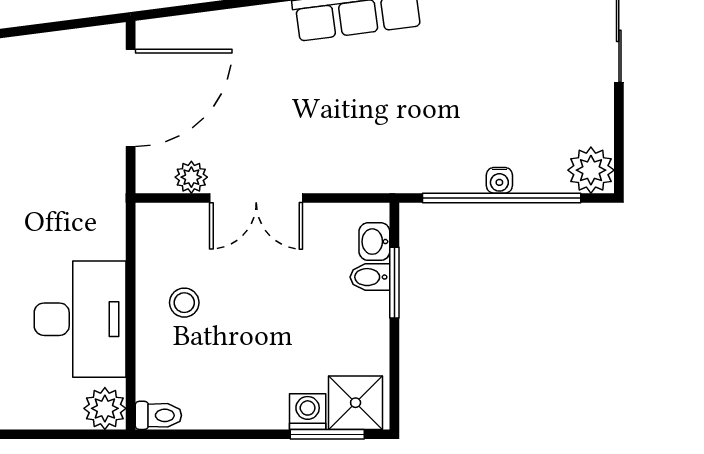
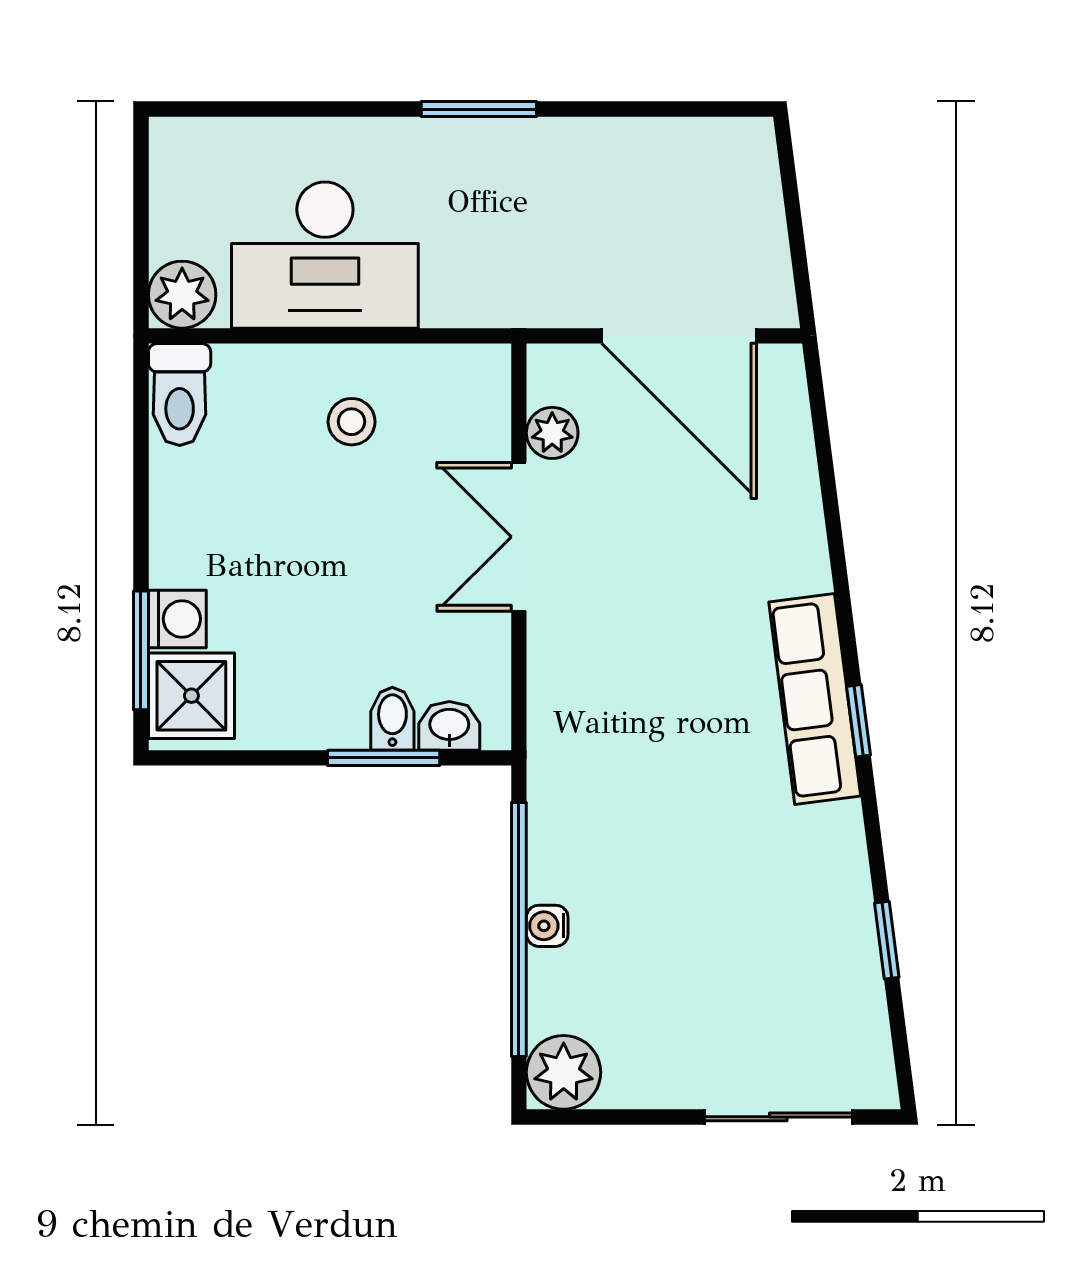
toilet: (158, 415) -> (180, 394), width x1.37, depth x1.39

